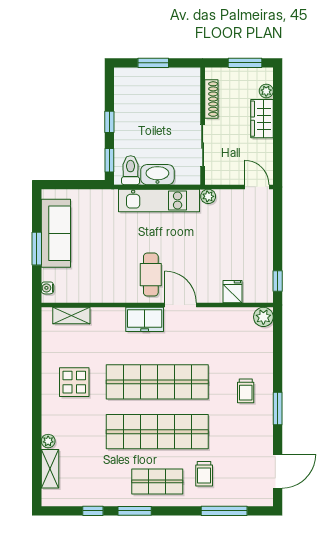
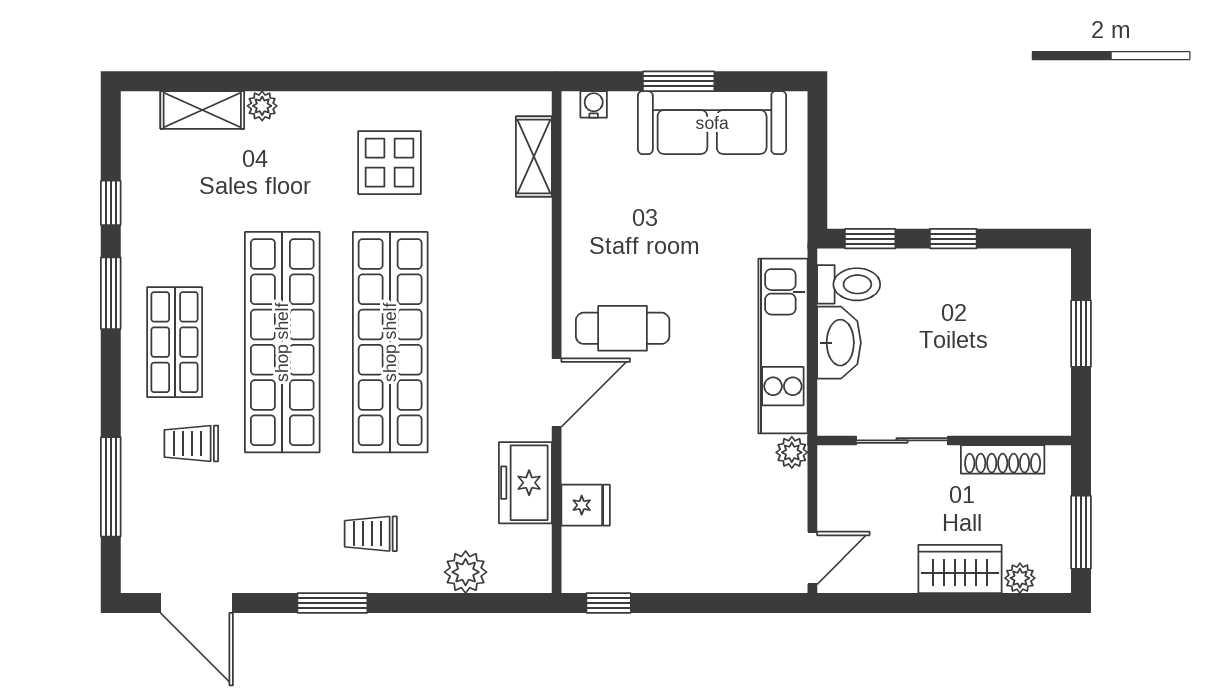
plant: (263, 317) -> (466, 572), moved
freezer: (145, 319) -> (525, 483), moved

